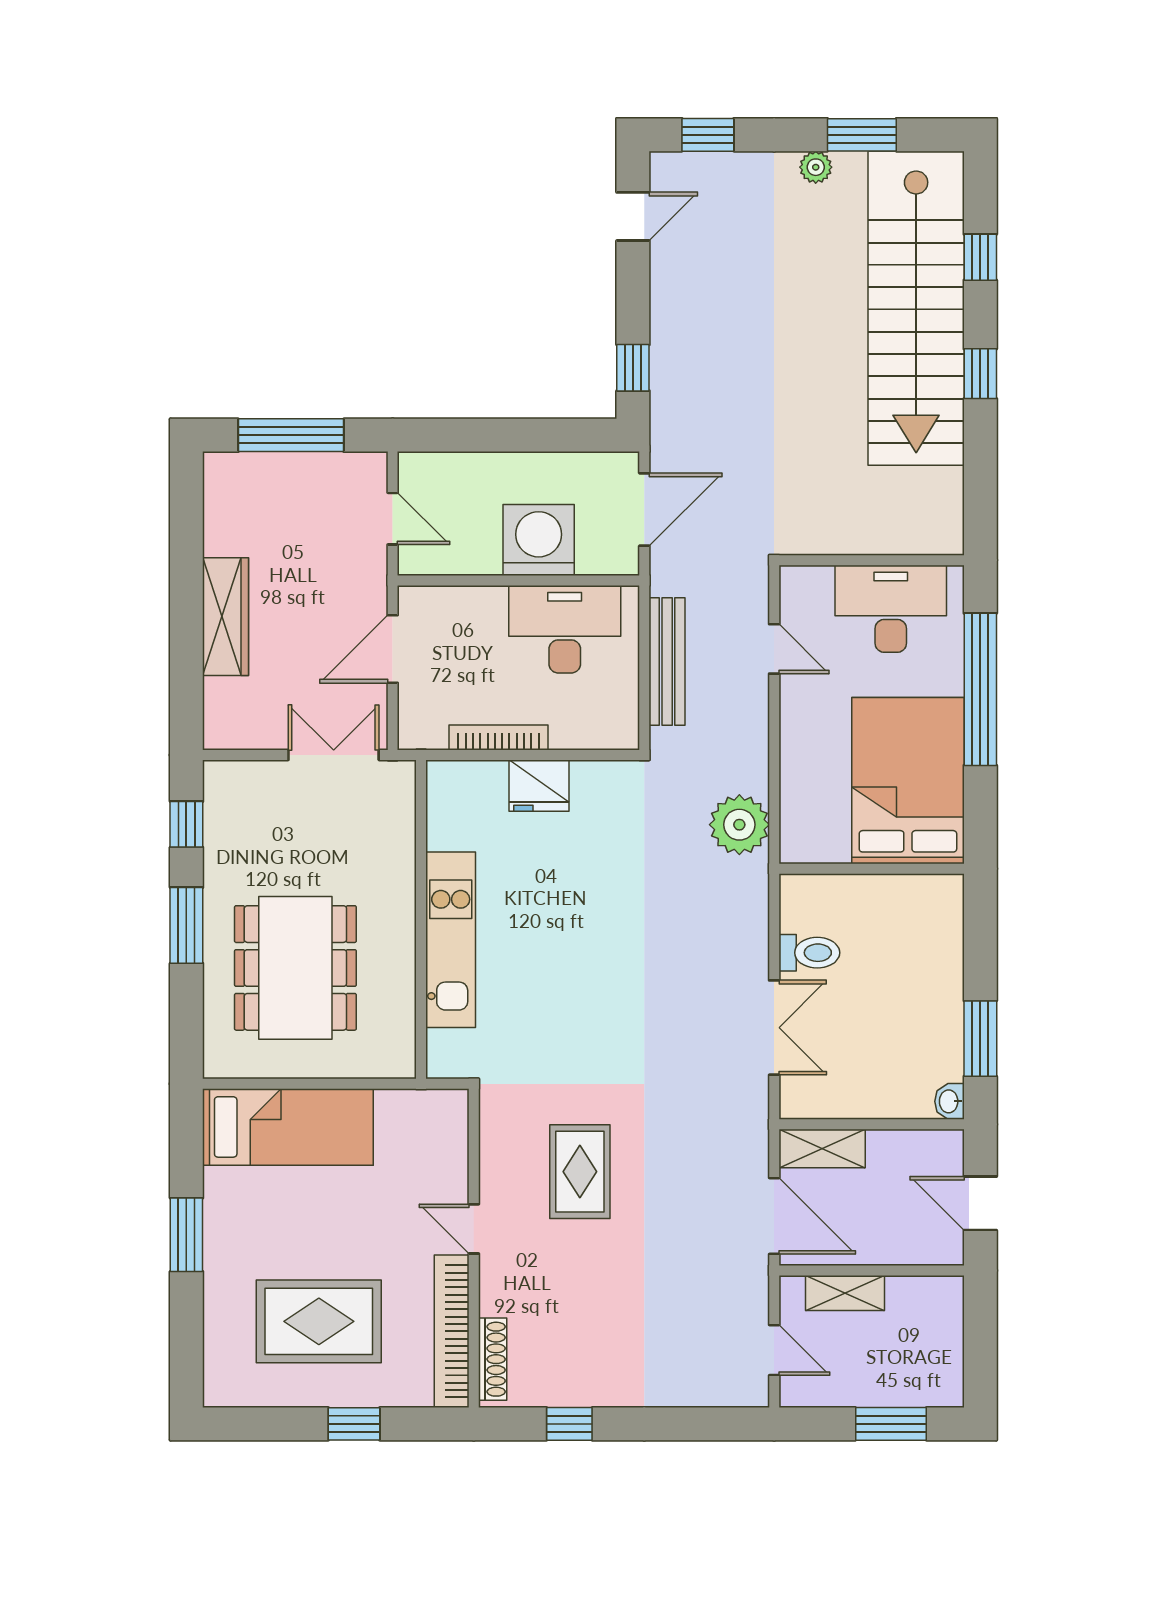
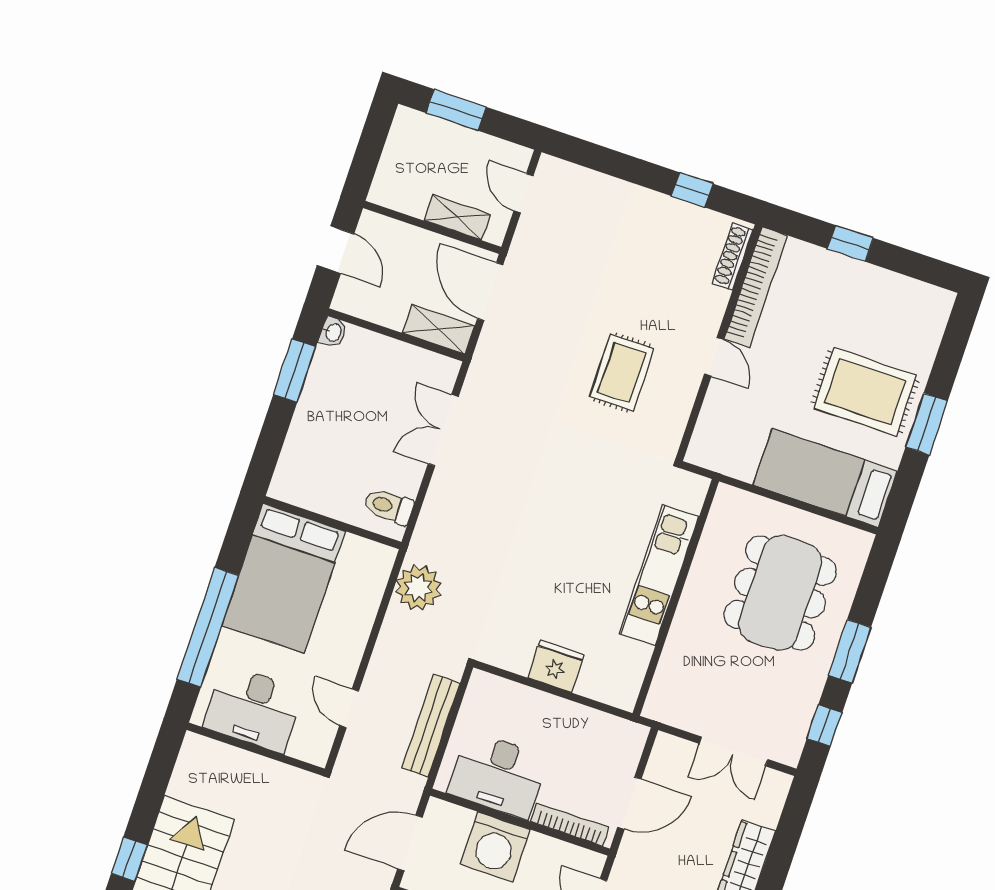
bookcase: (499, 737) -> (570, 825), moved, turned 180
double door: (334, 755) -> (734, 752), moved
toilet: (809, 953) -> (389, 506), moved
rug: (319, 1321) -> (865, 392), moved

